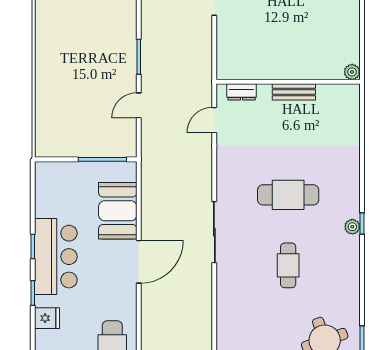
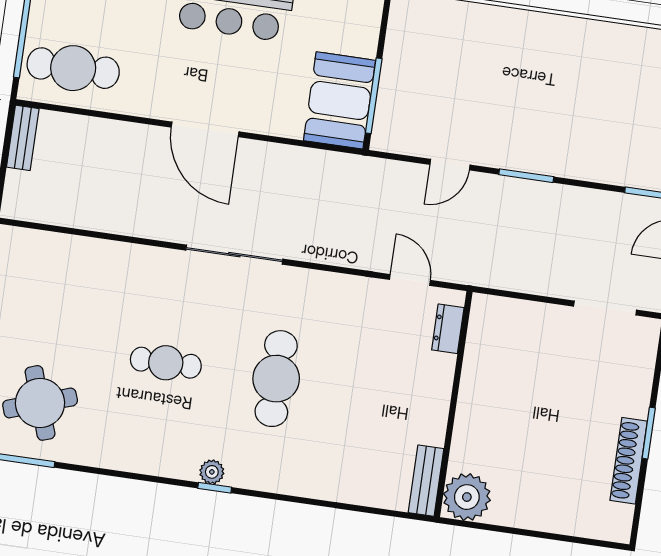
plant: (352, 72) -> (467, 497), width x1.88, depth x1.88
bench: (294, 92) -> (426, 481), moved
door: (139, 105) -> (450, 165), swing flipped
booth: (118, 211) -> (340, 100), moved, turned 90

